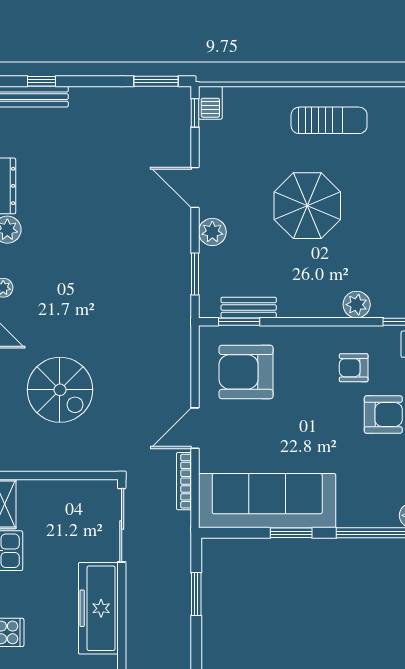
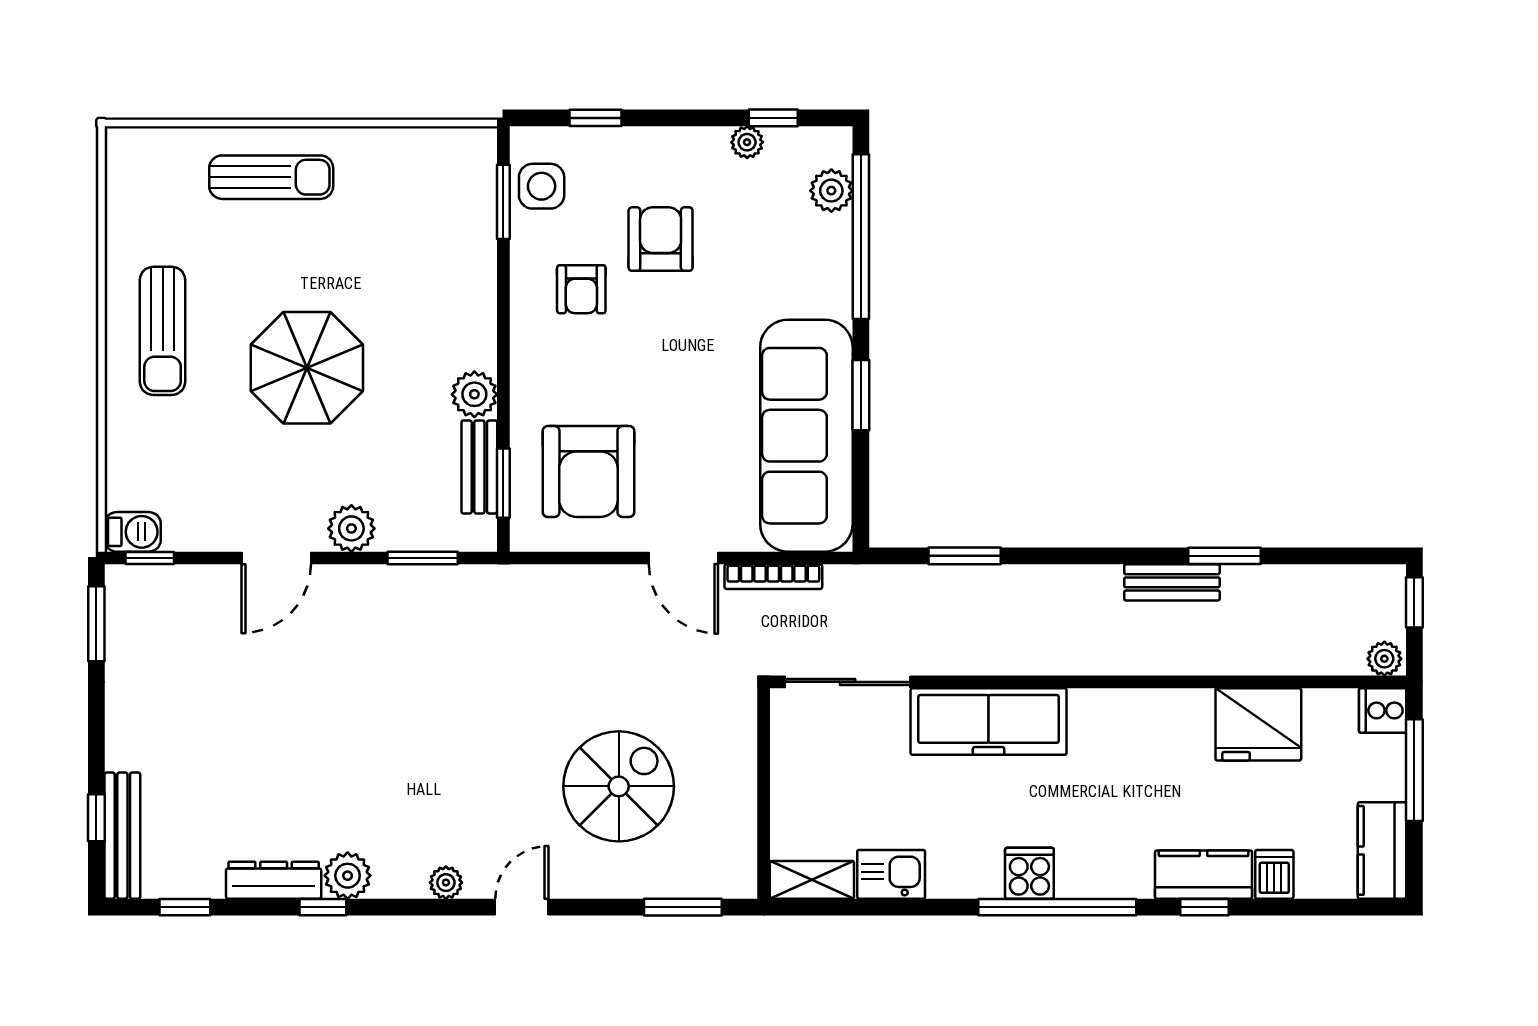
sun lounger: (329, 120) -> (163, 331), turned 180
plant: (357, 305) -> (474, 394), moved

